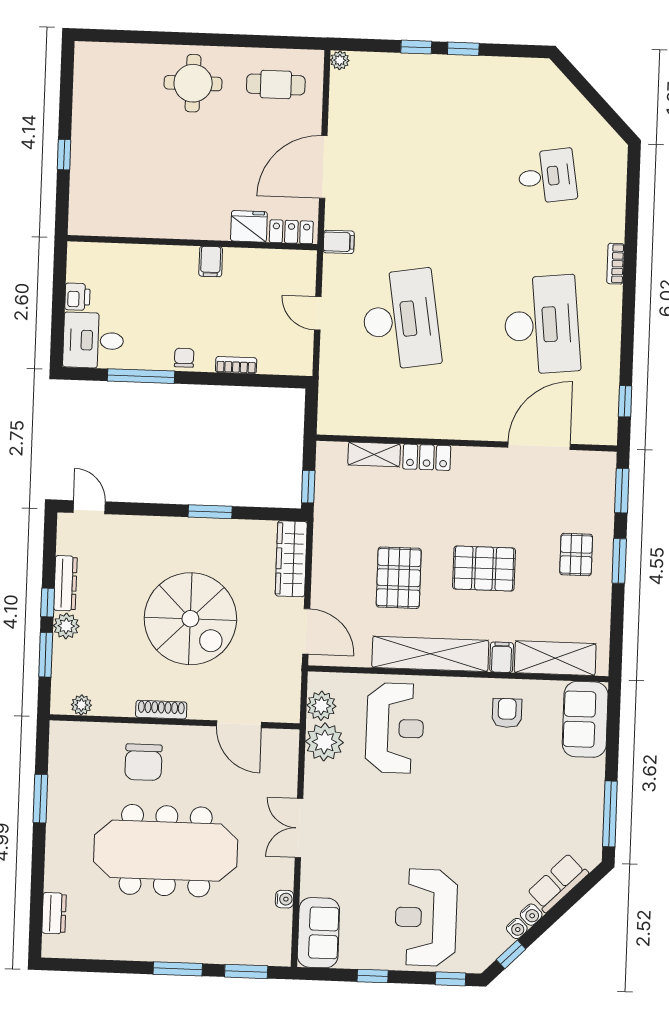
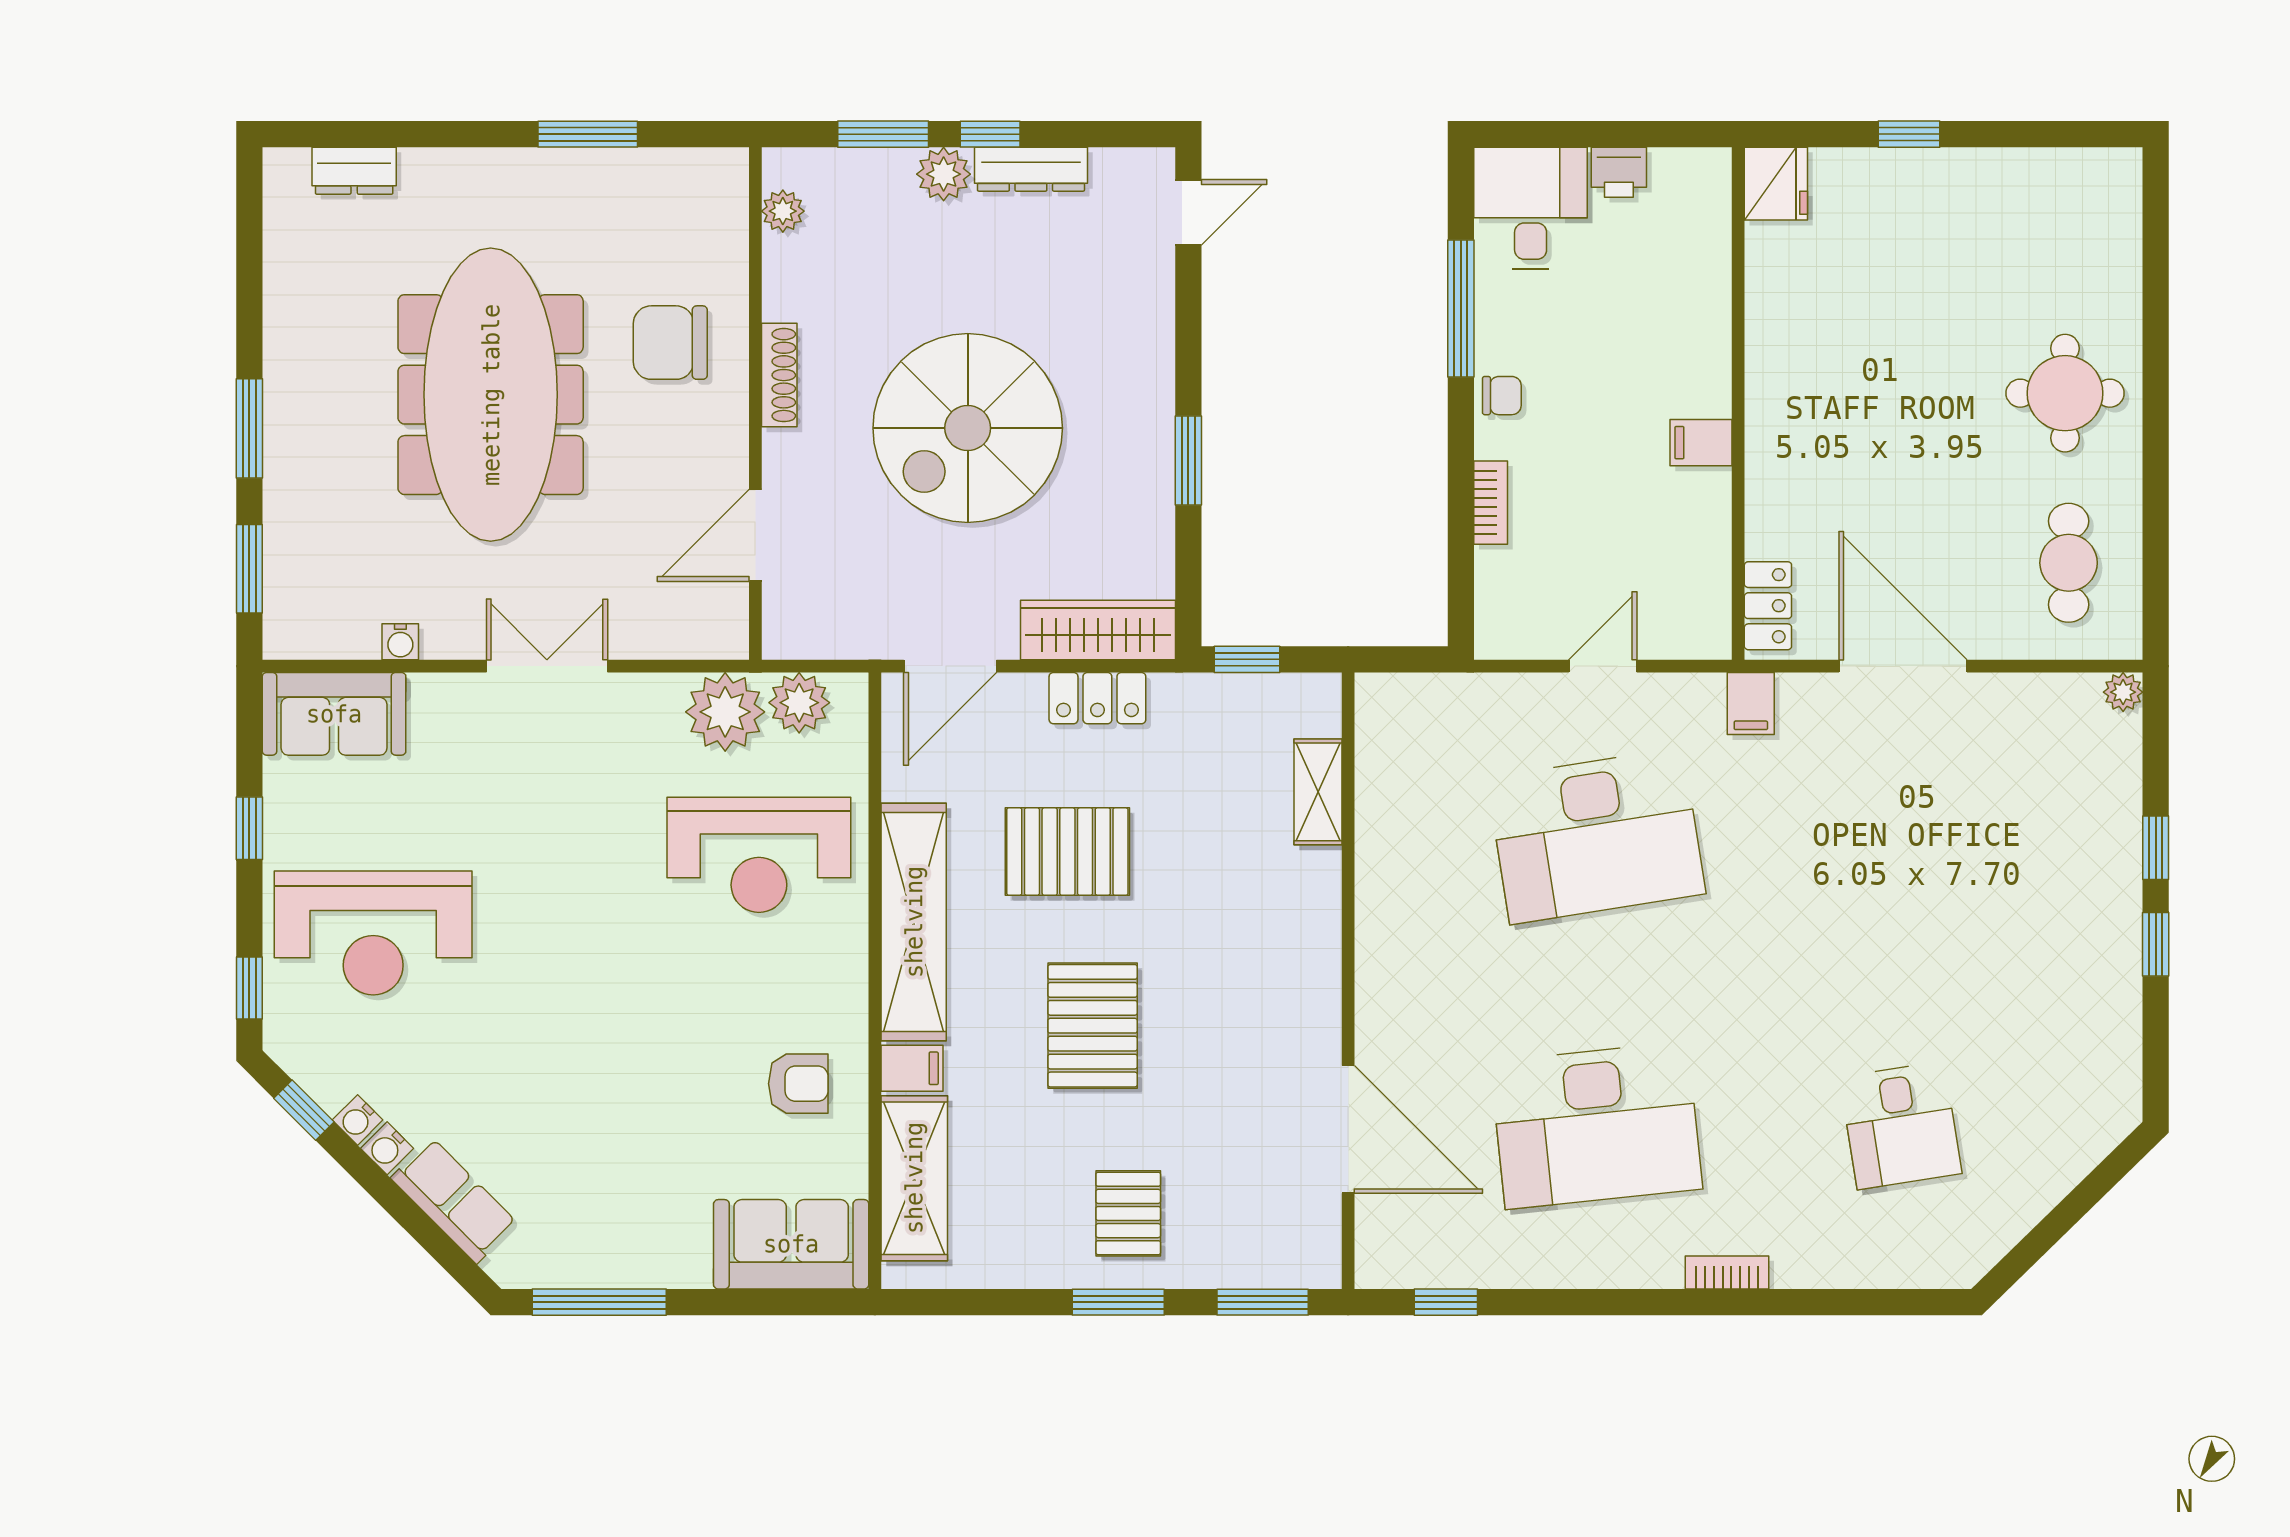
fridge: (249, 226) -> (1776, 184), moved
locker: (427, 457) -> (1097, 698), moved, turned -90
pallet: (576, 554) -> (1128, 1213), turned 90
reception desk: (426, 918) -> (373, 933), turned 180

